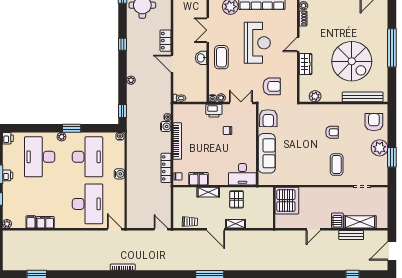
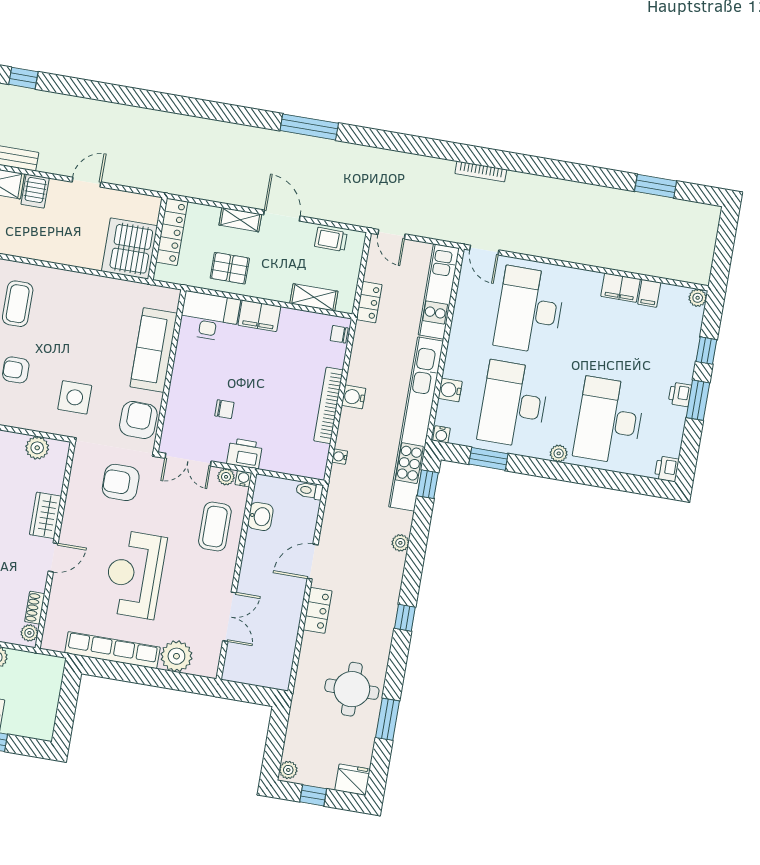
coffee table: (221, 57) -> (215, 527), moved
washbasin: (201, 58) -> (260, 516), moved
door: (172, 64) -> (313, 562), swing flipped
side table: (301, 124) -> (75, 397), added
water cooler: (166, 126) -> (354, 397), moved
window: (72, 128) -> (488, 459), moved
kitchen unit: (133, 139) -> (416, 424), added
desk: (40, 157) -> (609, 421), turned 180
locker: (166, 168) -> (369, 302), moved, width x0.66
water cooler: (119, 174) -> (450, 390), moved
filing cabinet: (199, 179) -> (259, 316), moved
shelving: (208, 192) -> (314, 297), moved
pallet: (237, 199) -> (230, 268), turned 90
kitchen unit: (133, 205) -> (439, 292), added
locker: (268, 212) -> (172, 232), added

